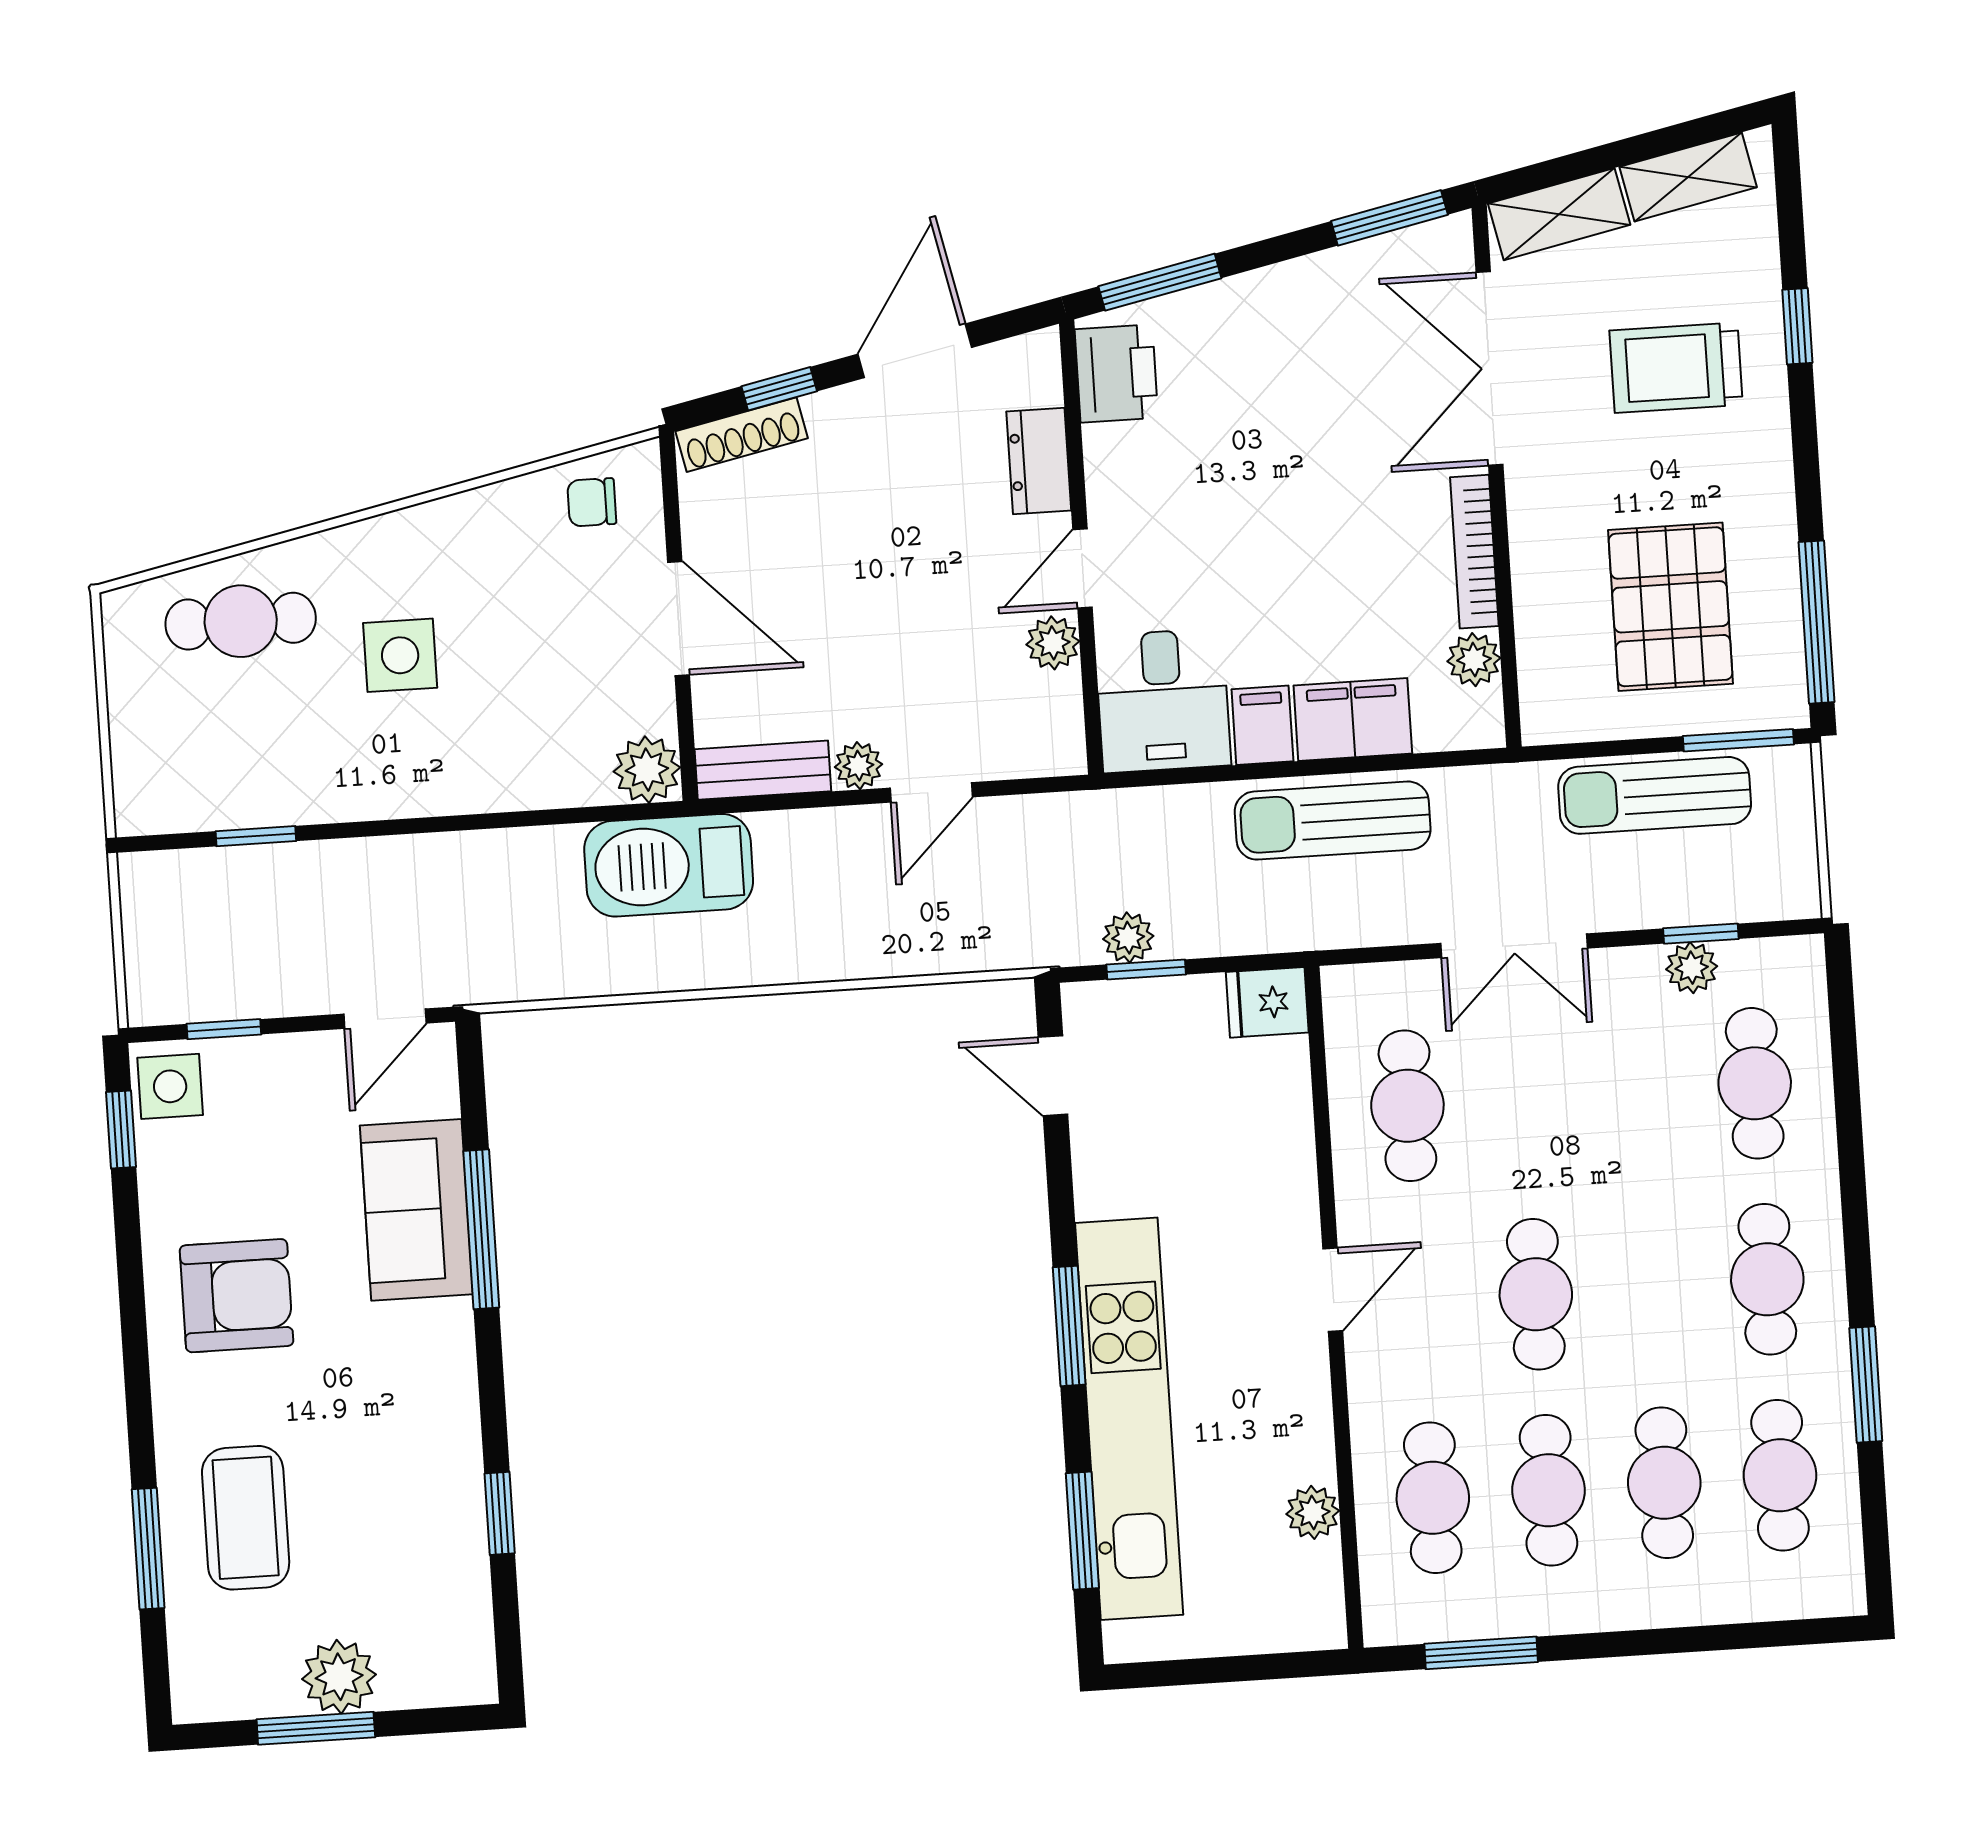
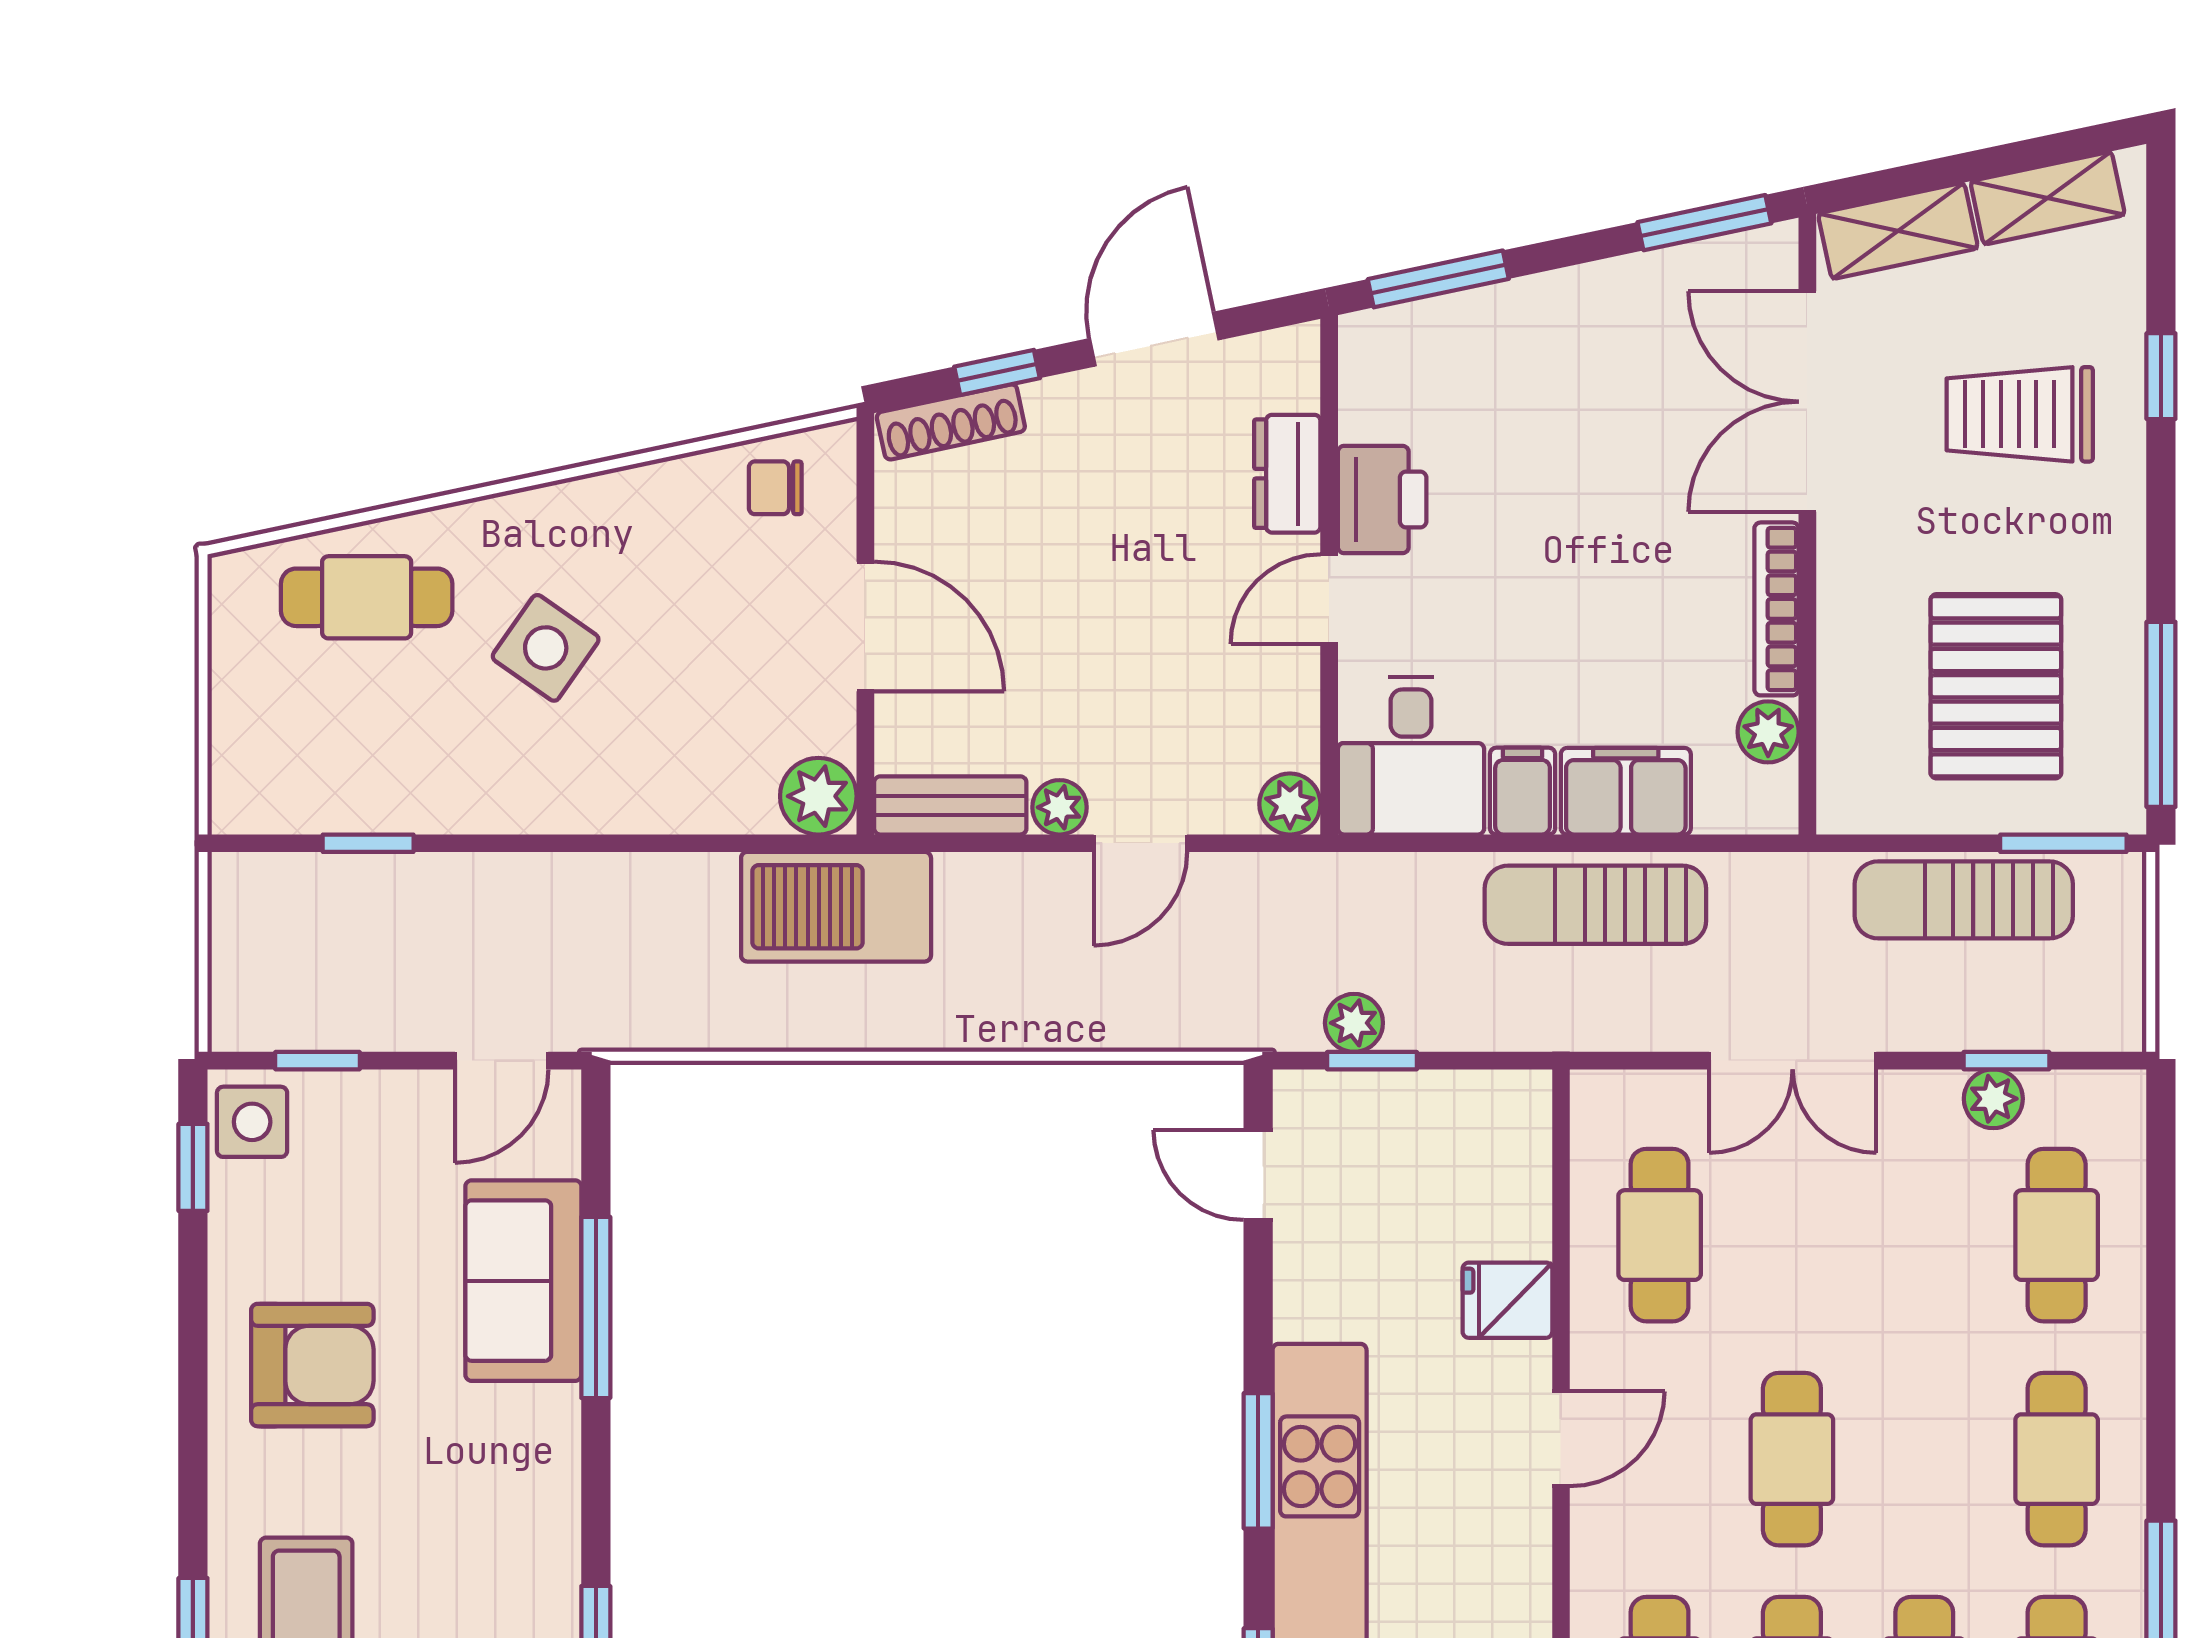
printer: (1116, 373) -> (1382, 500), moved
plant: (1053, 643) -> (1290, 804), moved
side table: (400, 655) -> (546, 648), turned 35
fridge: (1267, 1002) -> (1507, 1300), moved

